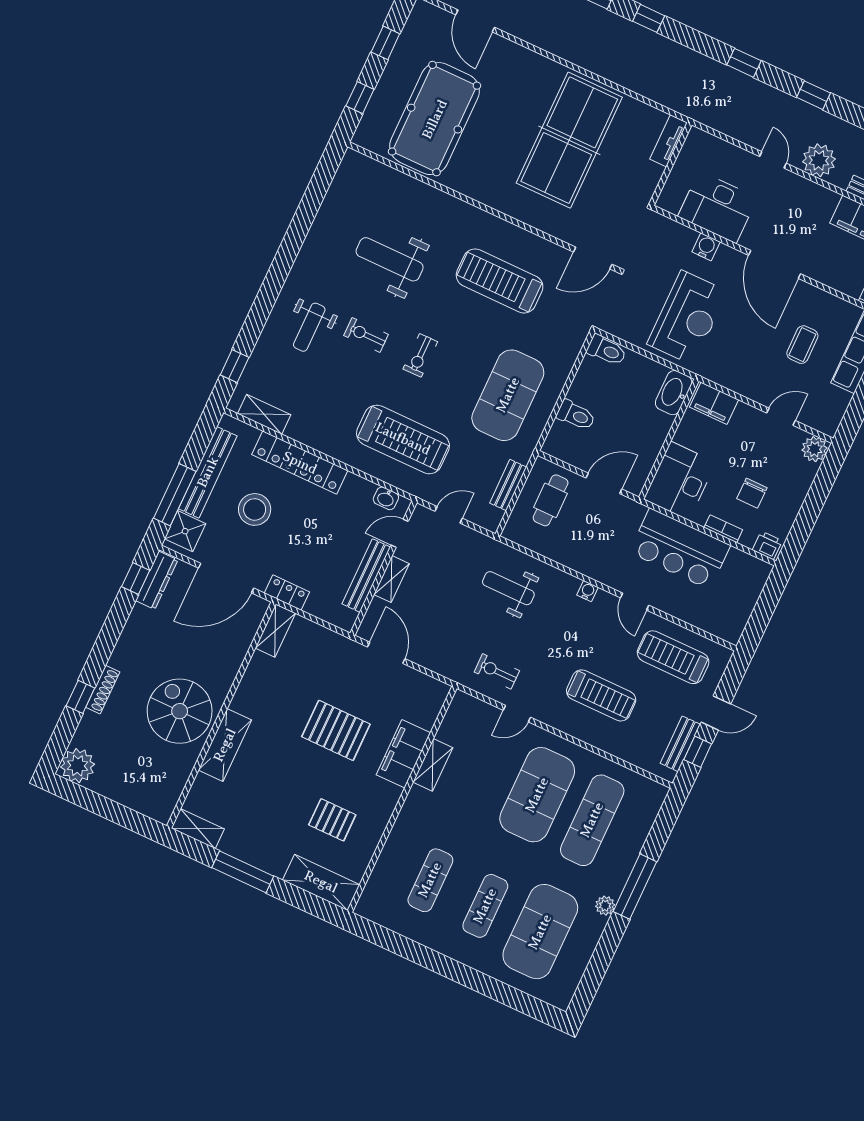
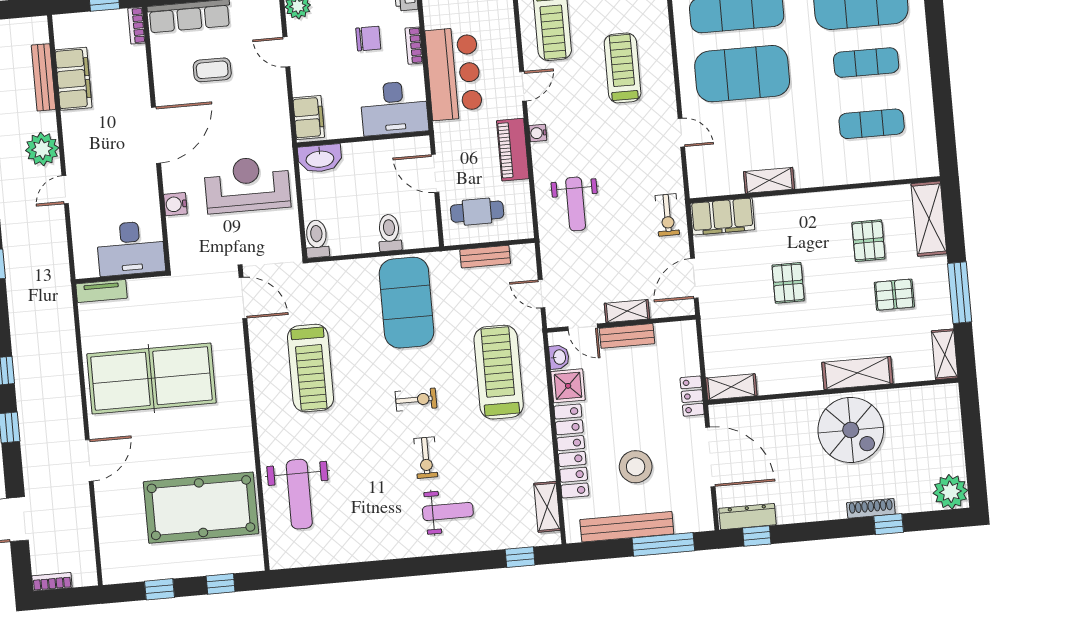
door: (475, 21) -> (89, 460), moved
desk: (718, 207) -> (131, 248), moved, turned 90
weight bench: (390, 259) -> (299, 494), moved
exercise mat: (508, 395) -> (407, 303), turned 90
shower: (185, 531) -> (568, 386), moved
piano: (586, 561) -> (513, 150), added
bench: (366, 576) -> (627, 336), width x0.73
exercise bike: (497, 671) -> (667, 215), moved
spiral stairs: (180, 711) -> (851, 430), turned -90
pallet: (336, 730) -> (788, 283), width x0.67, depth x0.71
filing cabinet: (403, 754) -> (722, 217), moved
pallet: (273, 815) -> (894, 295), added

